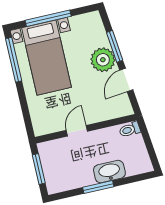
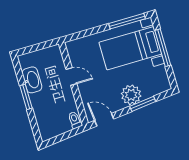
door: (126, 80) -> (104, 120), moved
window: (39, 169) -> (38, 47), removed
washbasin: (109, 172) -> (32, 80), moved

